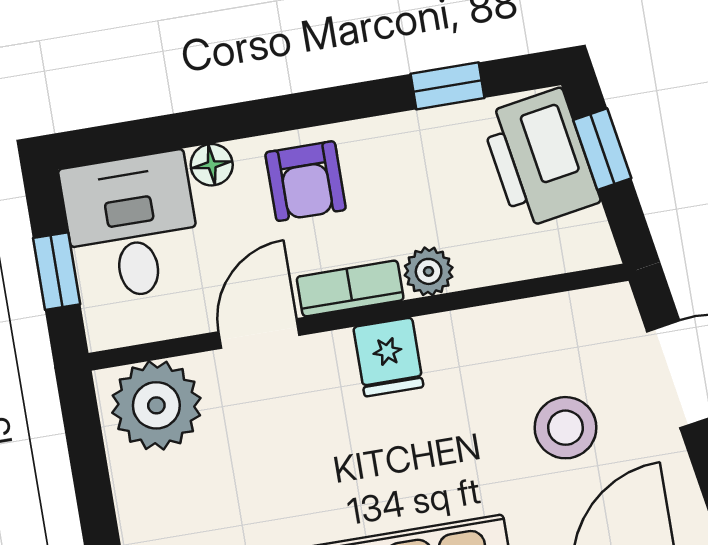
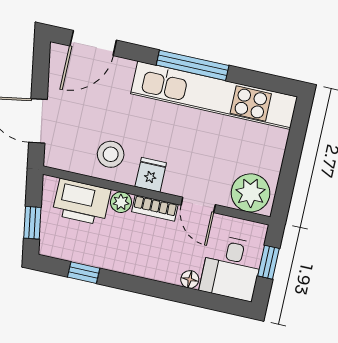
printer: (540, 158) -> (81, 202), moved, turned 100
armchair: (306, 181) -> (155, 258), removed
door: (259, 334) -> (198, 205), hinge flipped
stool: (565, 428) -> (111, 154), moved

